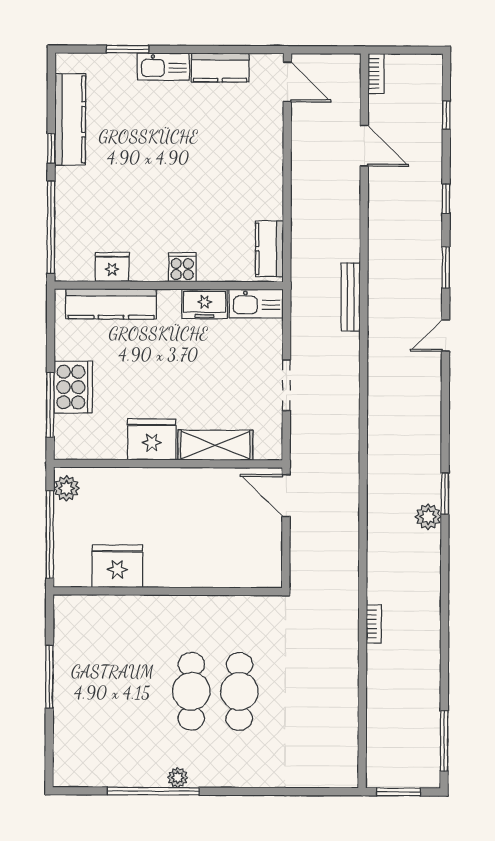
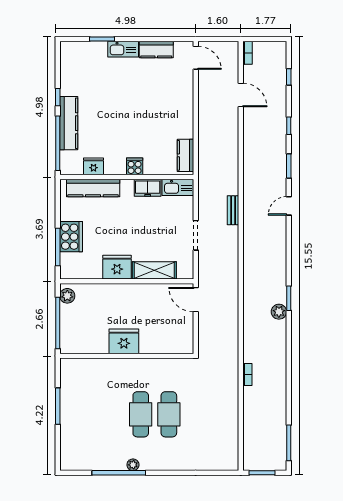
kitchen counter: (70, 119) -> (69, 123), moved
bench: (351, 297) -> (233, 210), moved, width x0.73
fridge: (117, 566) -> (124, 341), moved

